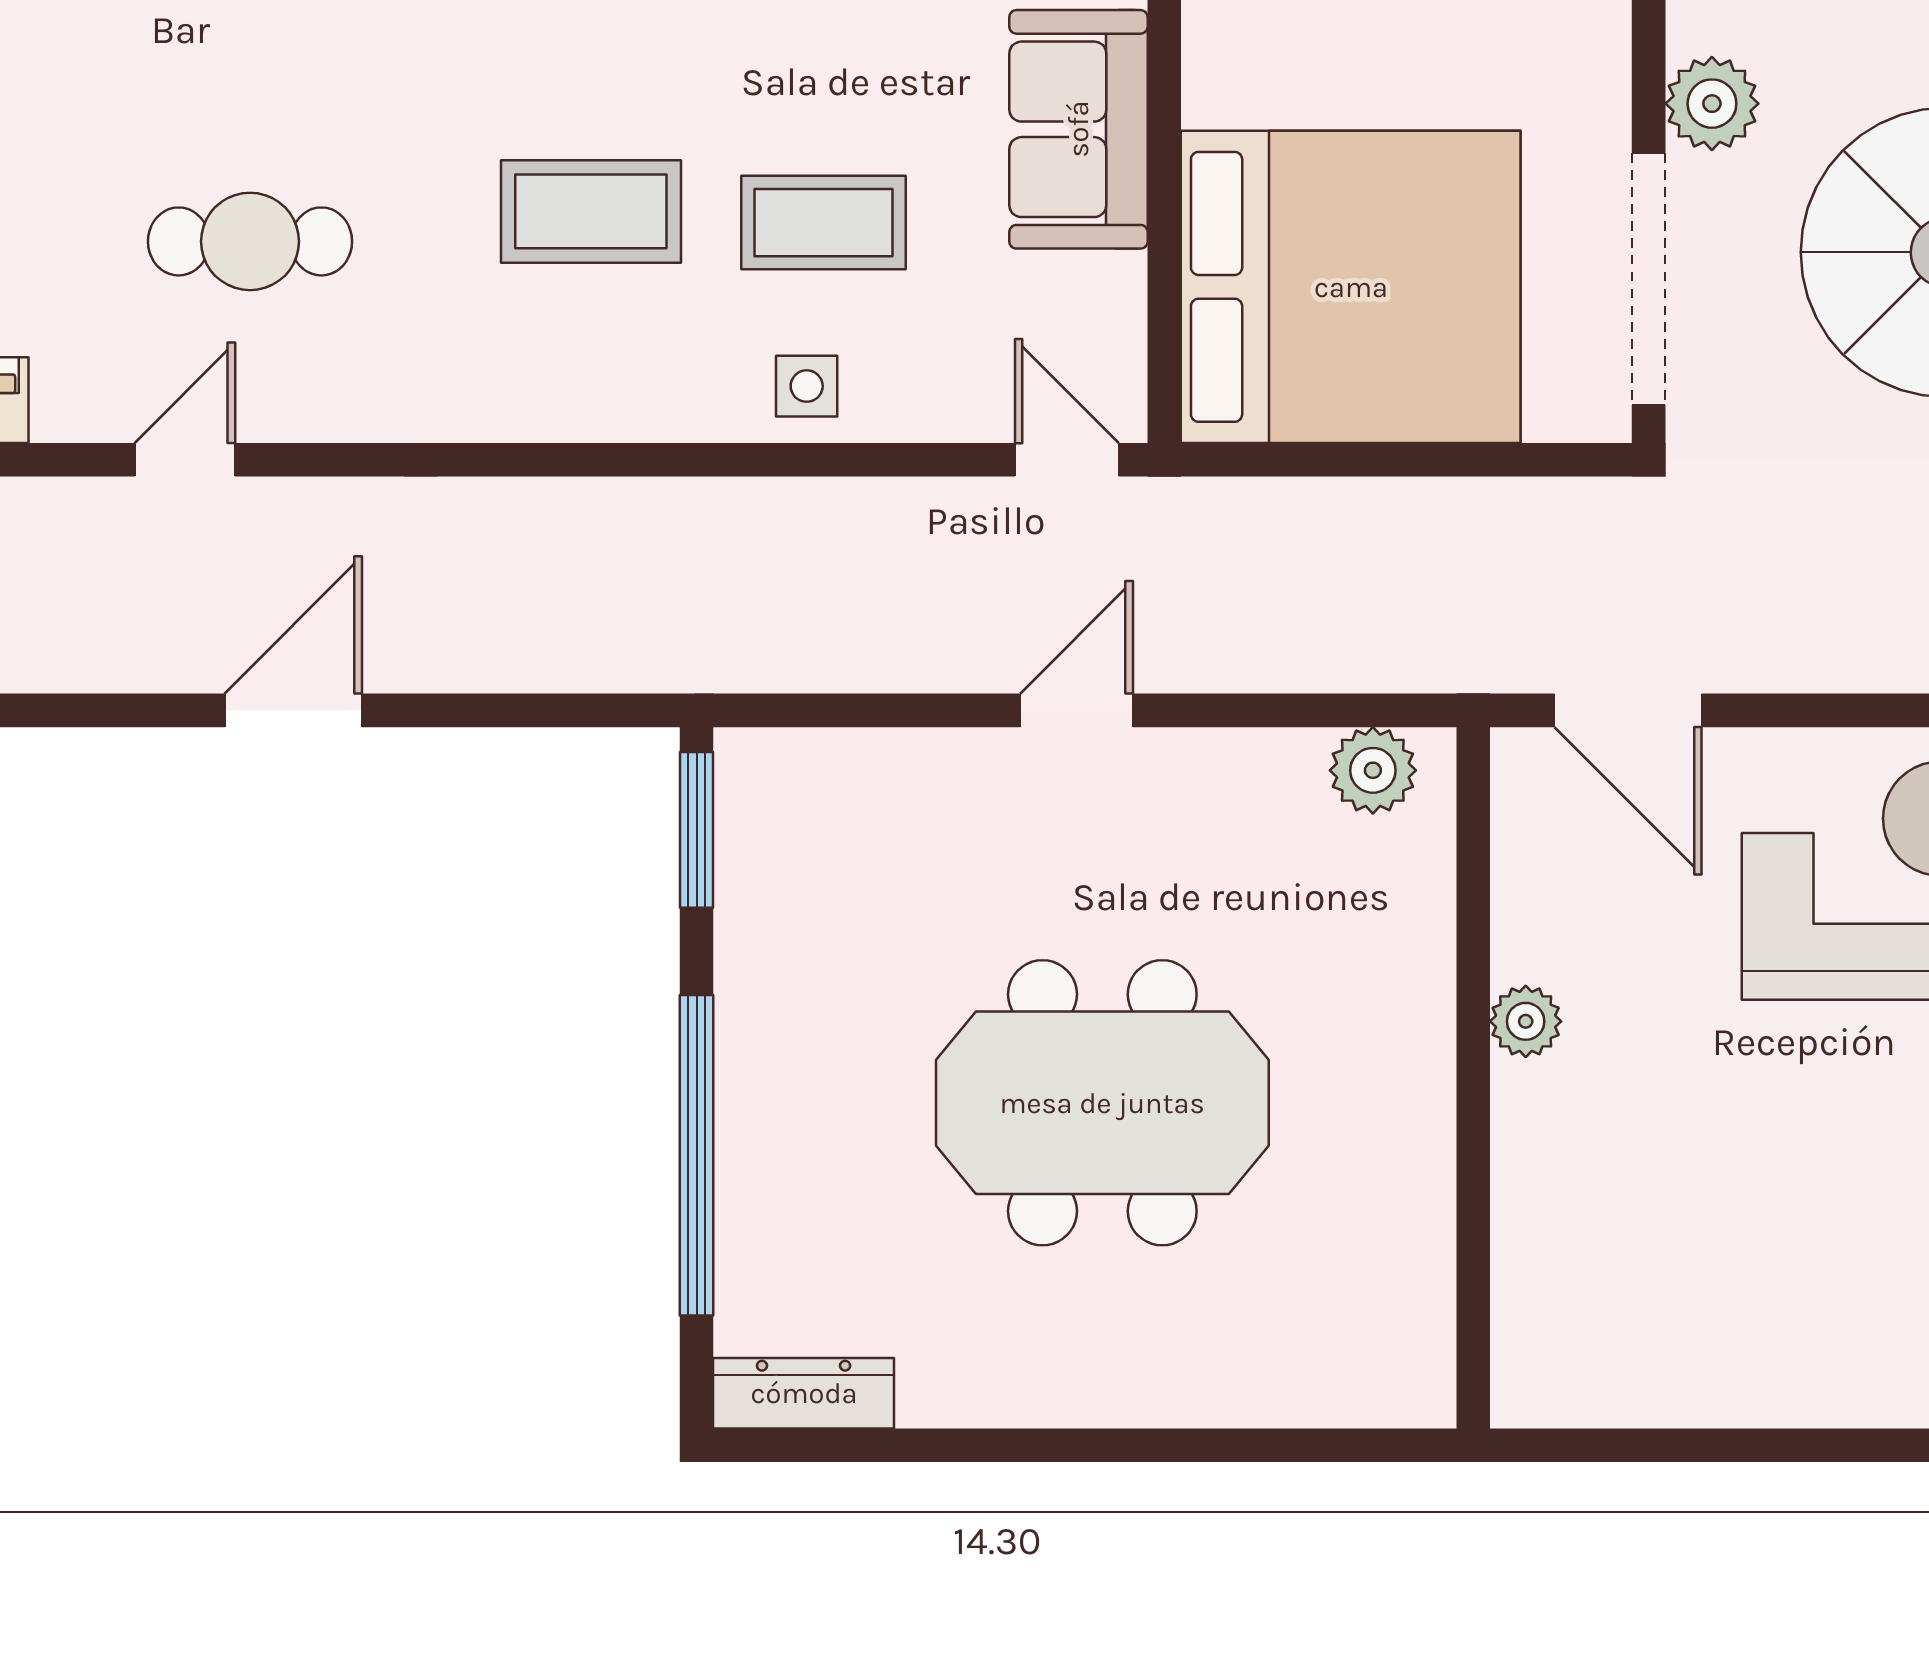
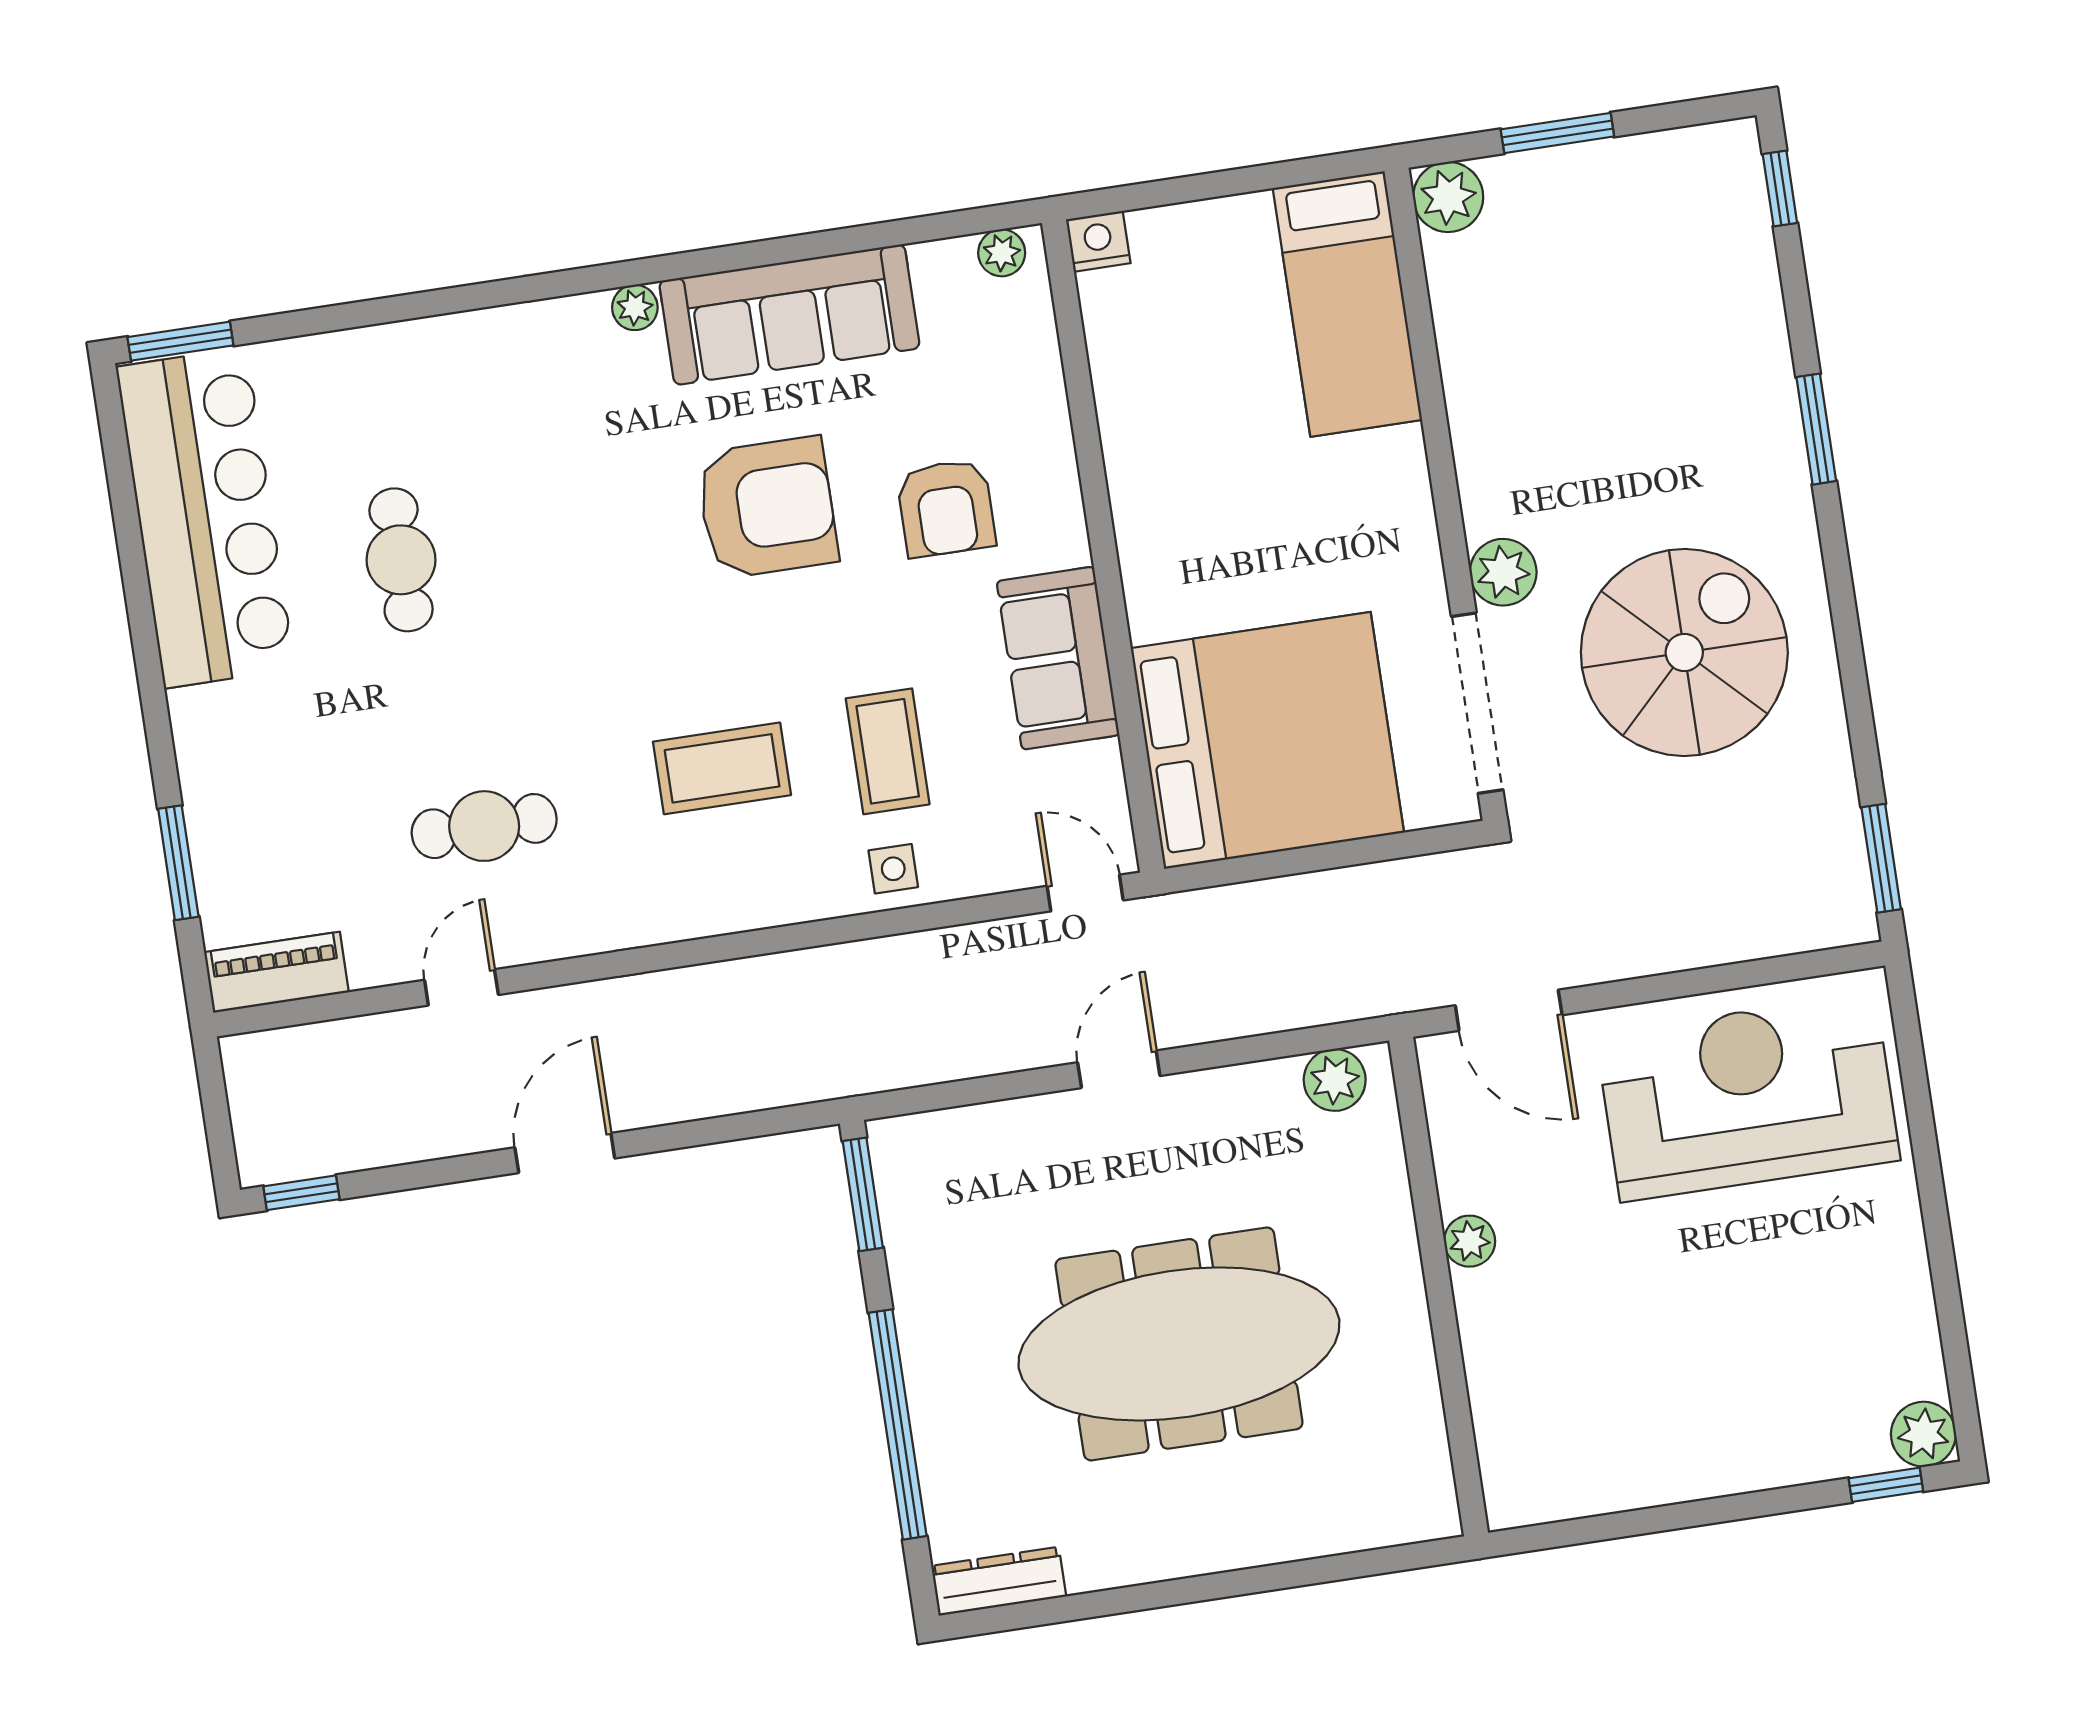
coffee table: (824, 223) -> (888, 751), turned 90
meeting table: (1102, 1103) -> (1179, 1344), width x1.36

